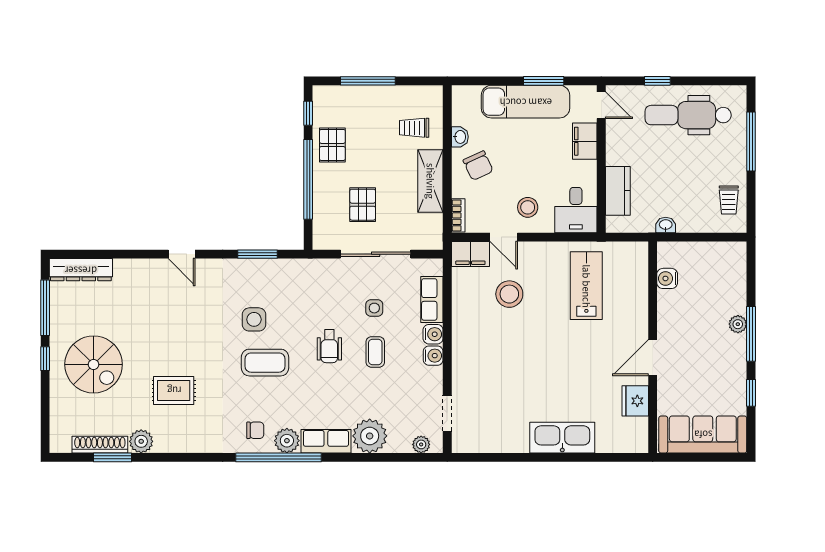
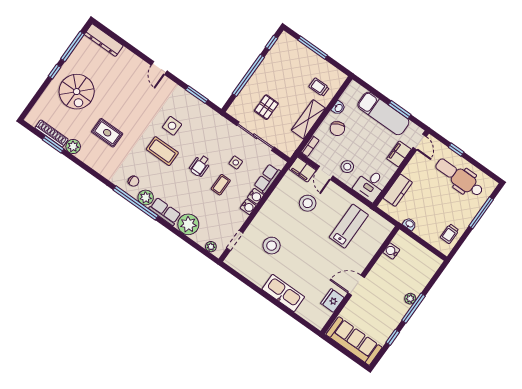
pallet: (332, 145) -> (272, 67), removed
stool: (501, 385) -> (272, 246), added

